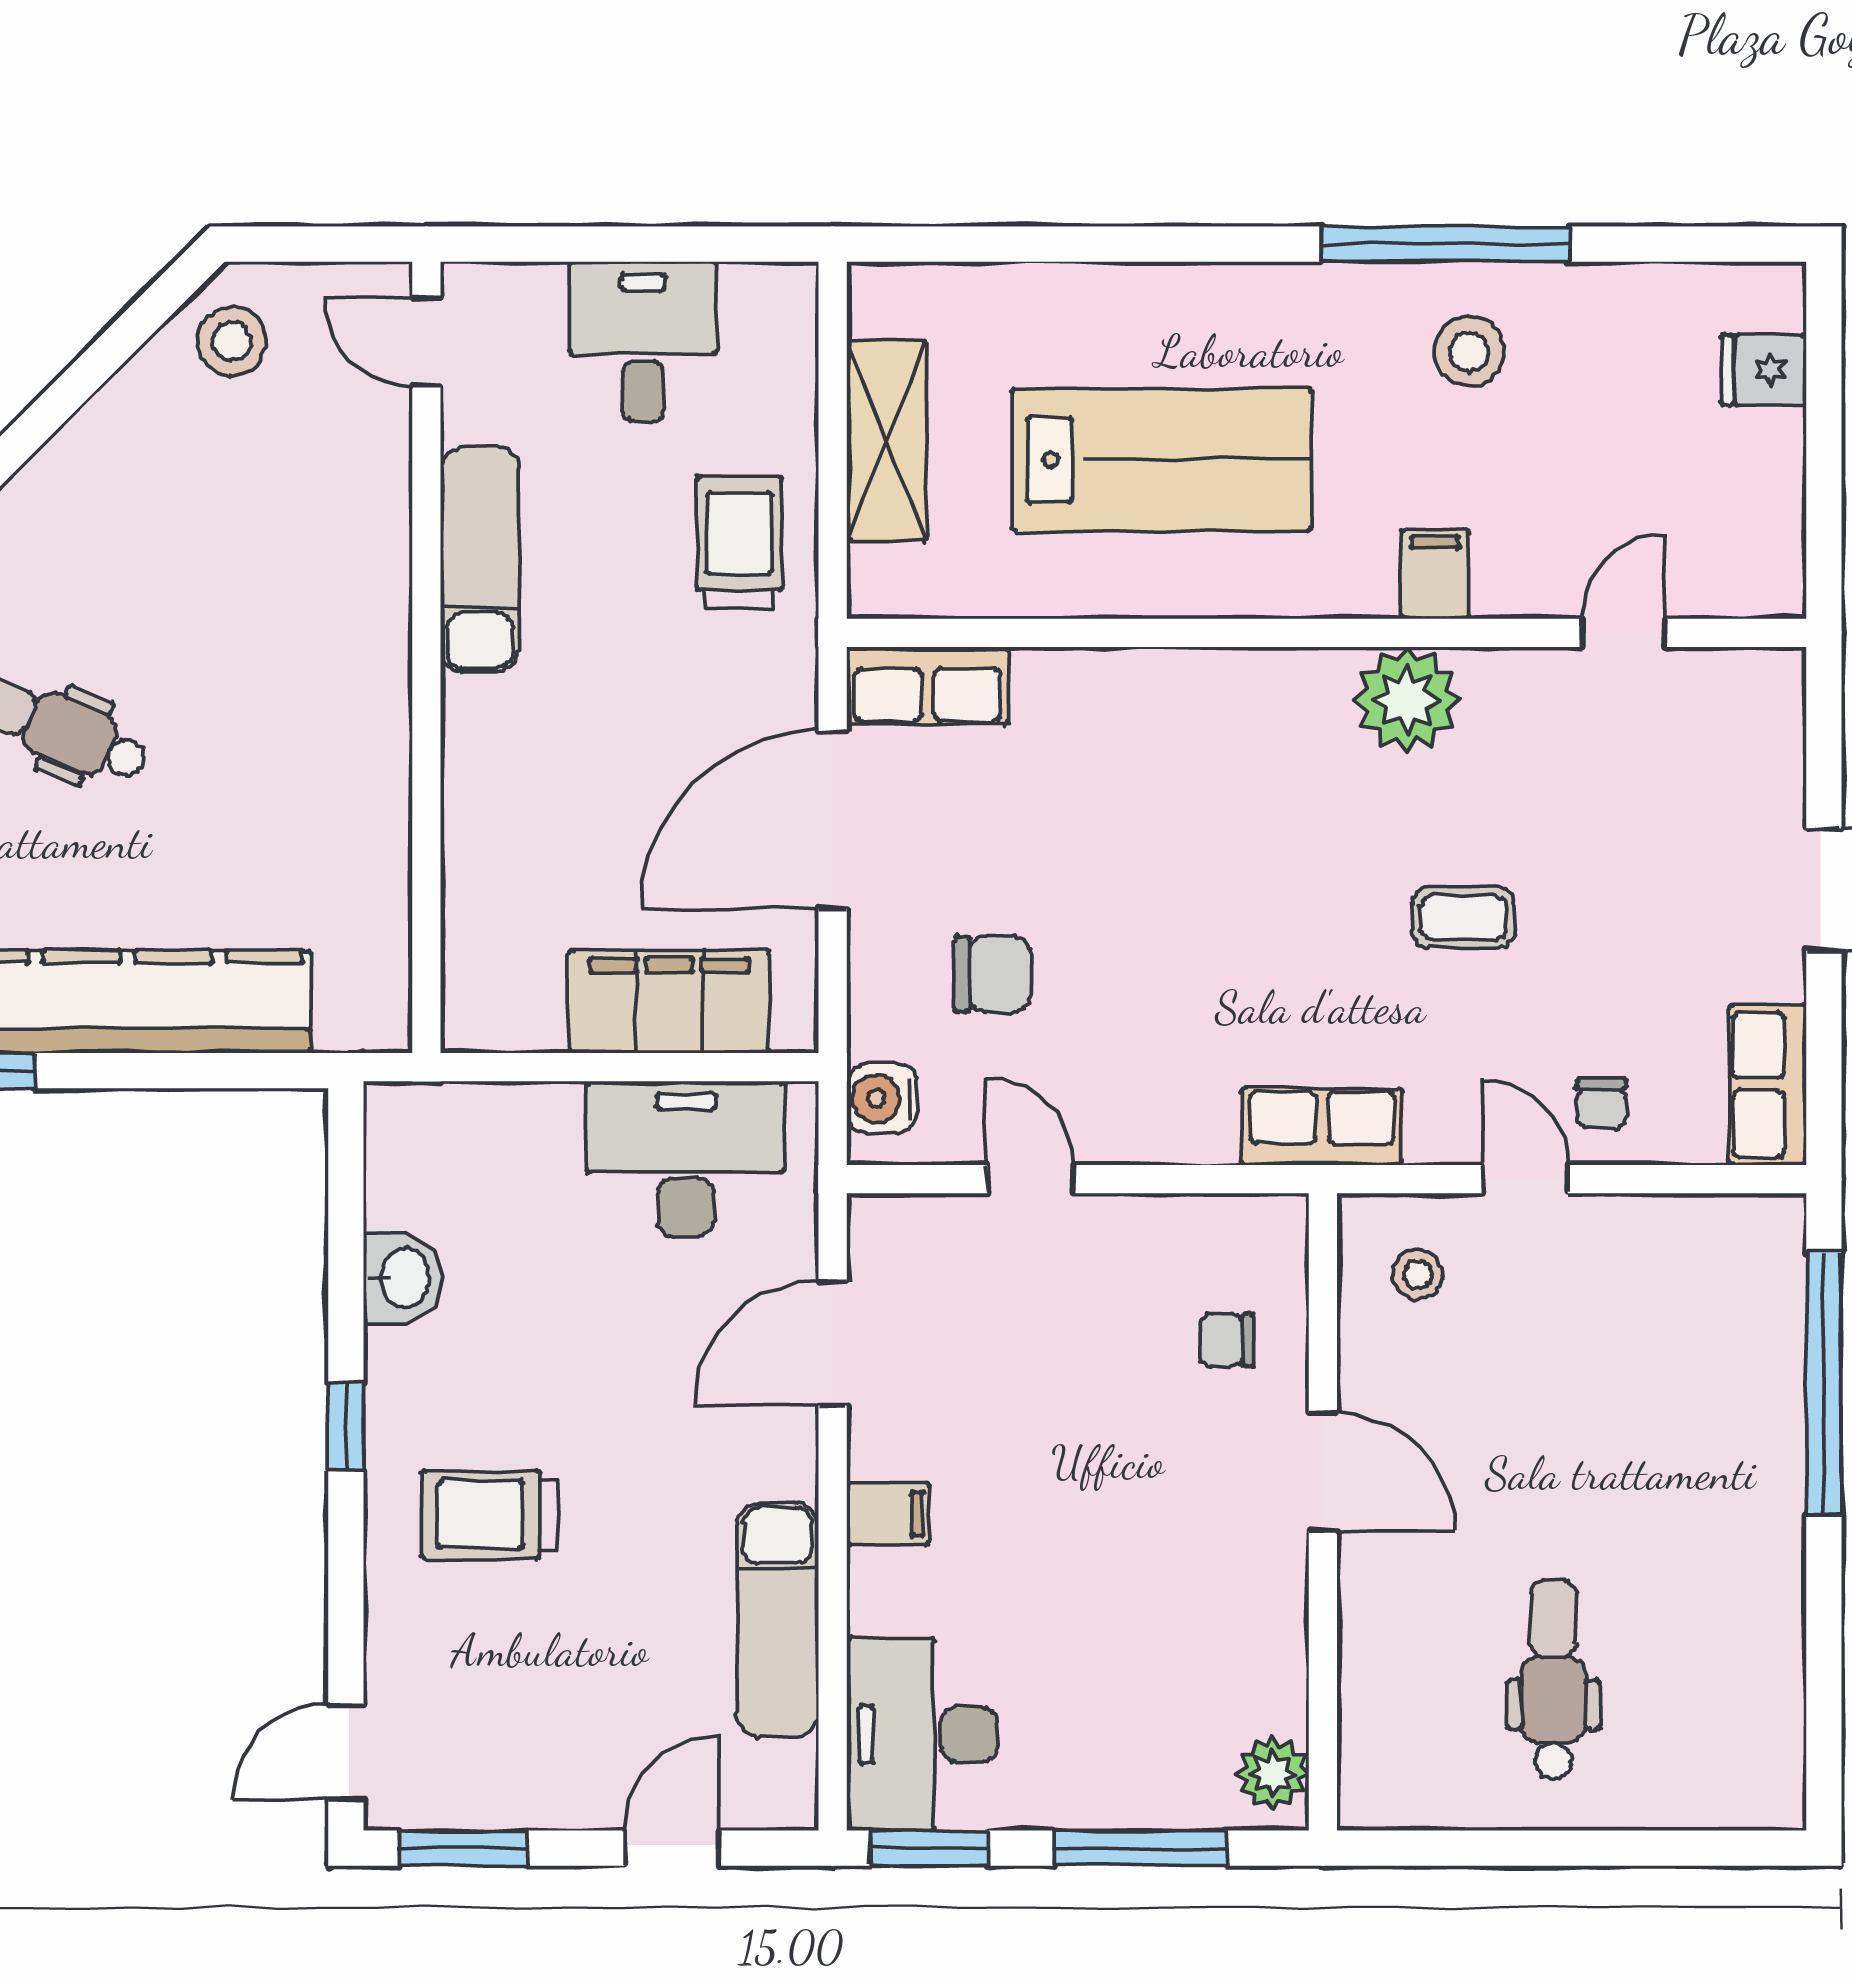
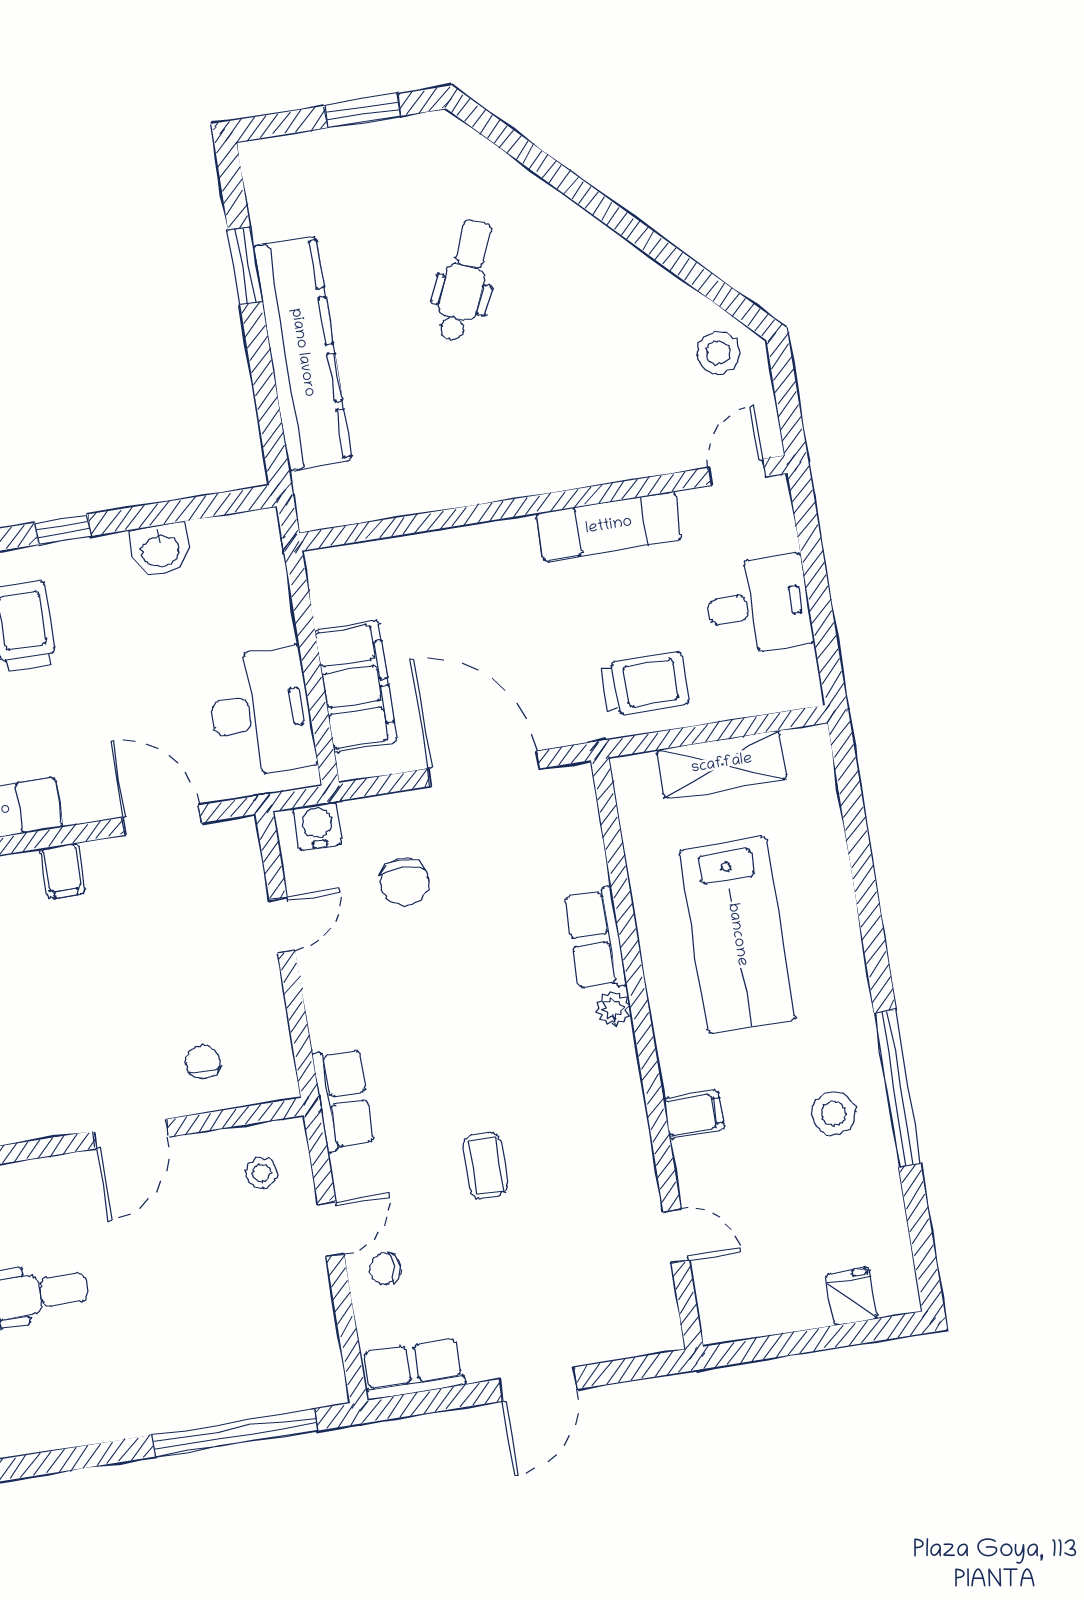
row of seats: (928, 686) -> (596, 939), moved
plant: (1407, 700) -> (613, 1009), moved, width x0.53, depth x0.53

